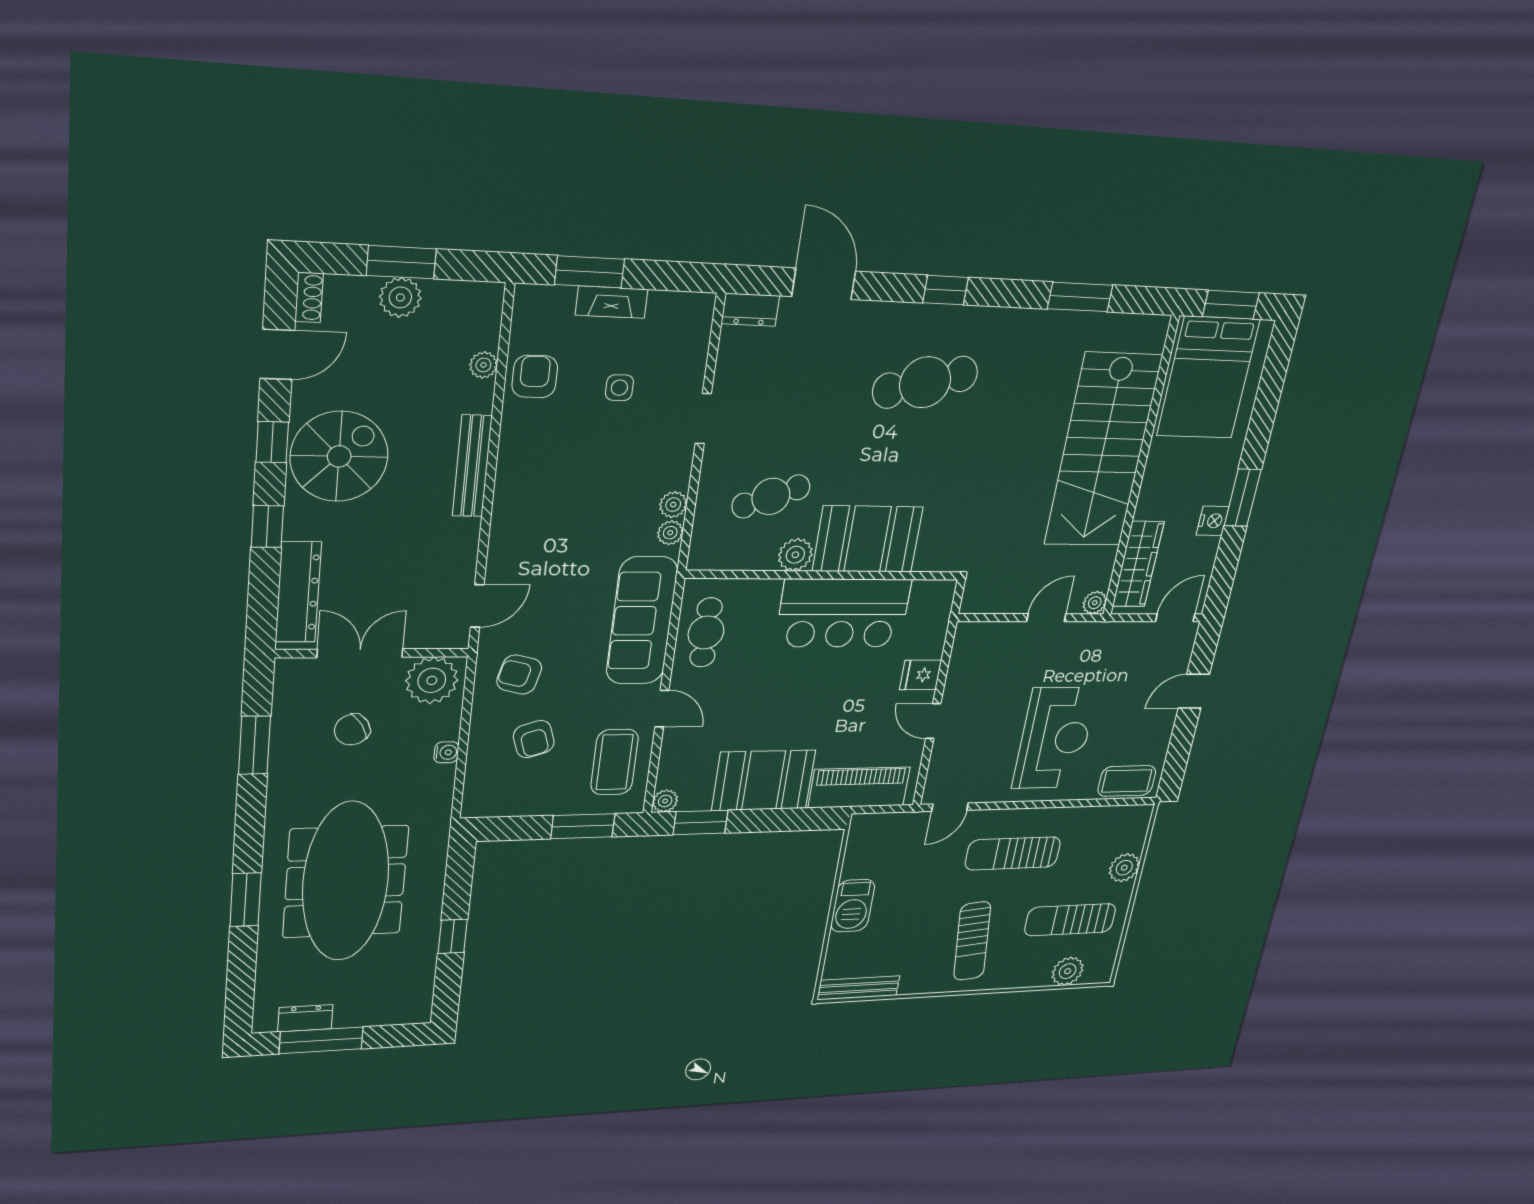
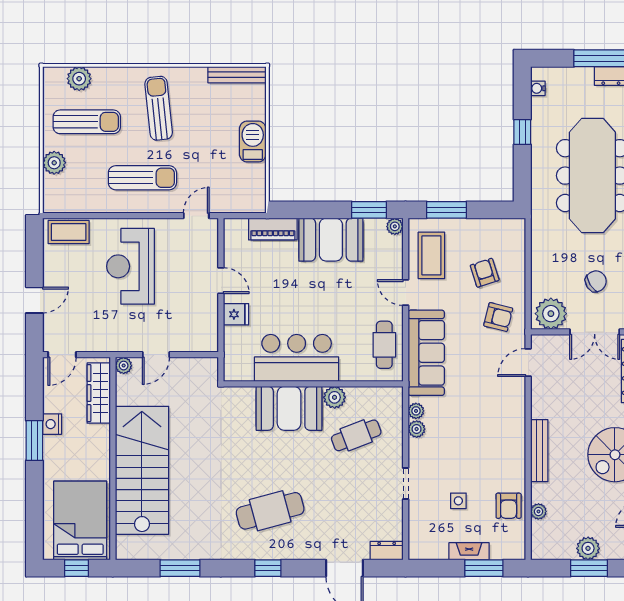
window: (1231, 305) -> (77, 568), width x0.67
water cooler: (446, 752) -> (538, 88), moved
piano: (859, 787) -> (273, 229), width x0.73, depth x0.75

